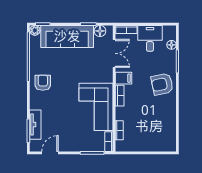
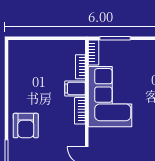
filing cabinet: (123, 78) -> (75, 89), moved
armchair: (162, 84) -> (26, 126), turned 102

